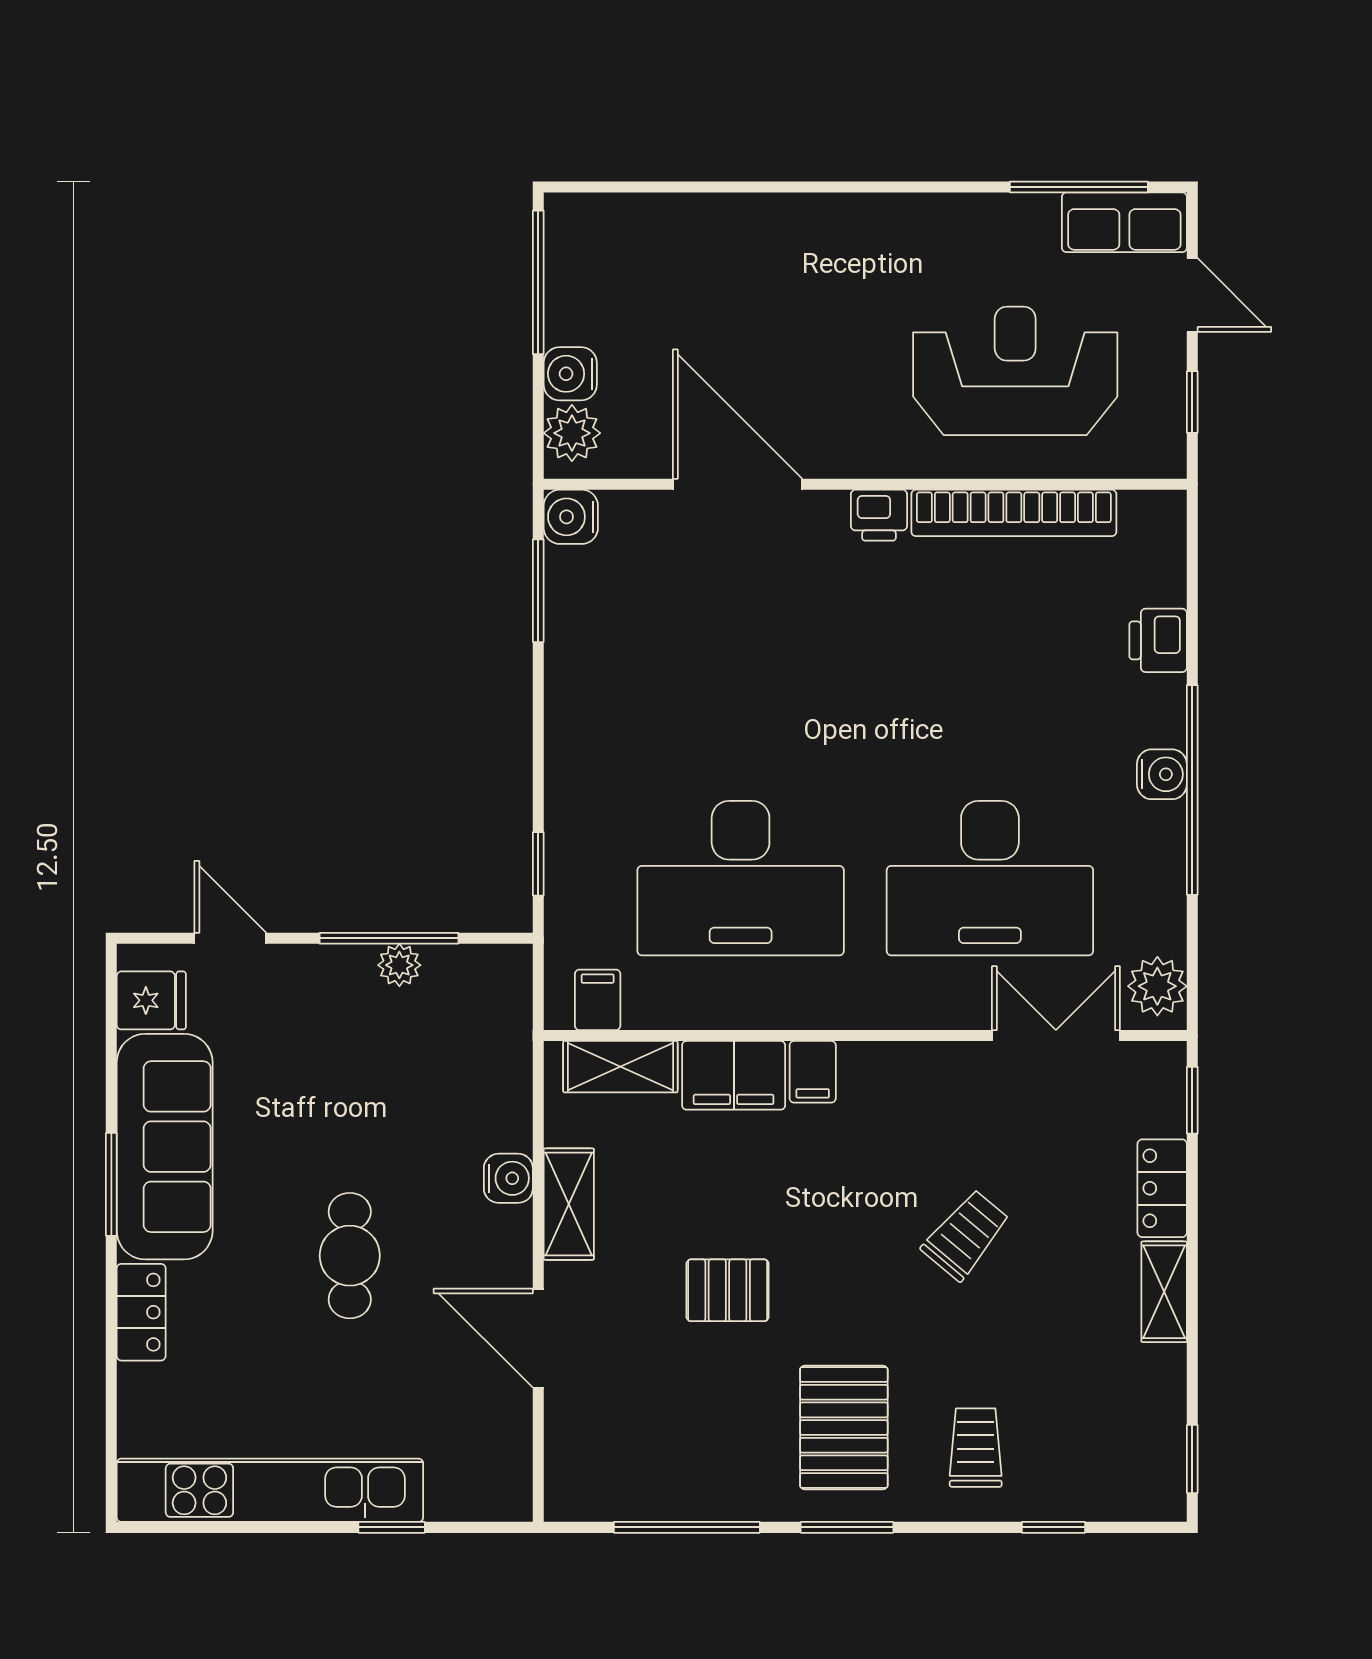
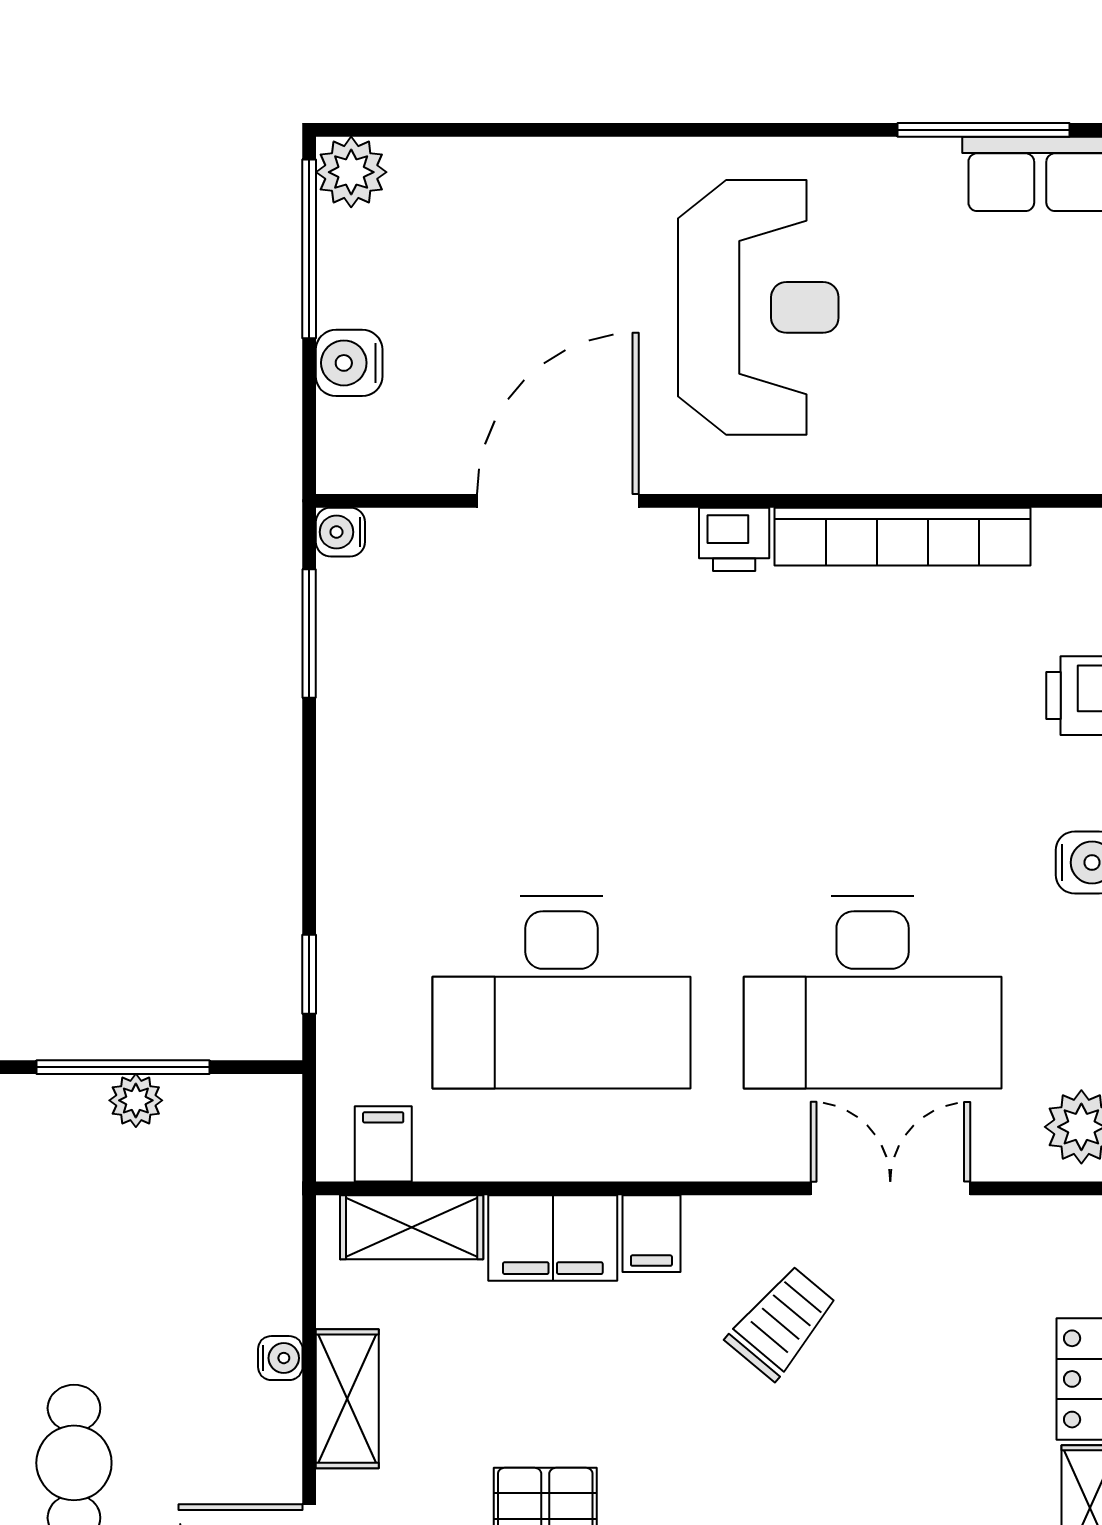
reception desk: (1015, 371) -> (758, 307), moved, turned 90
plant: (572, 433) -> (351, 172), moved
door: (738, 484) -> (558, 501), hinge flipped
water cooler: (571, 517) -> (340, 532), width x0.72, depth x0.72
double door: (1056, 1036) -> (890, 1188), moved
water cooler: (508, 1178) -> (280, 1358), width x0.72, depth x0.72
trolley: (966, 1235) -> (782, 1323), moved

